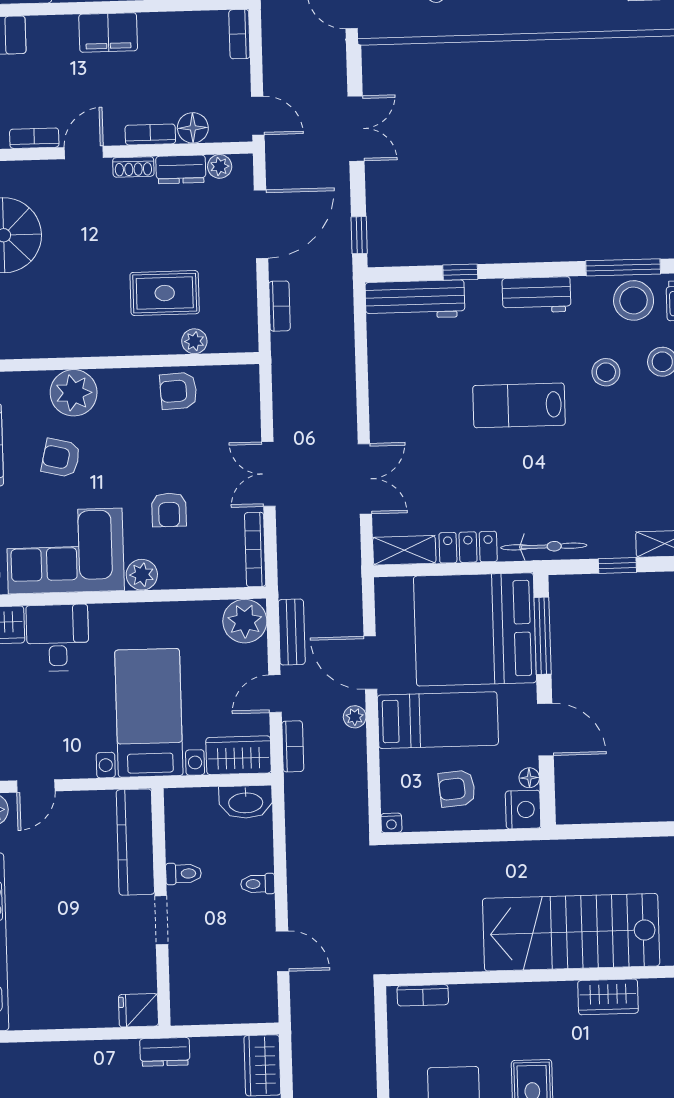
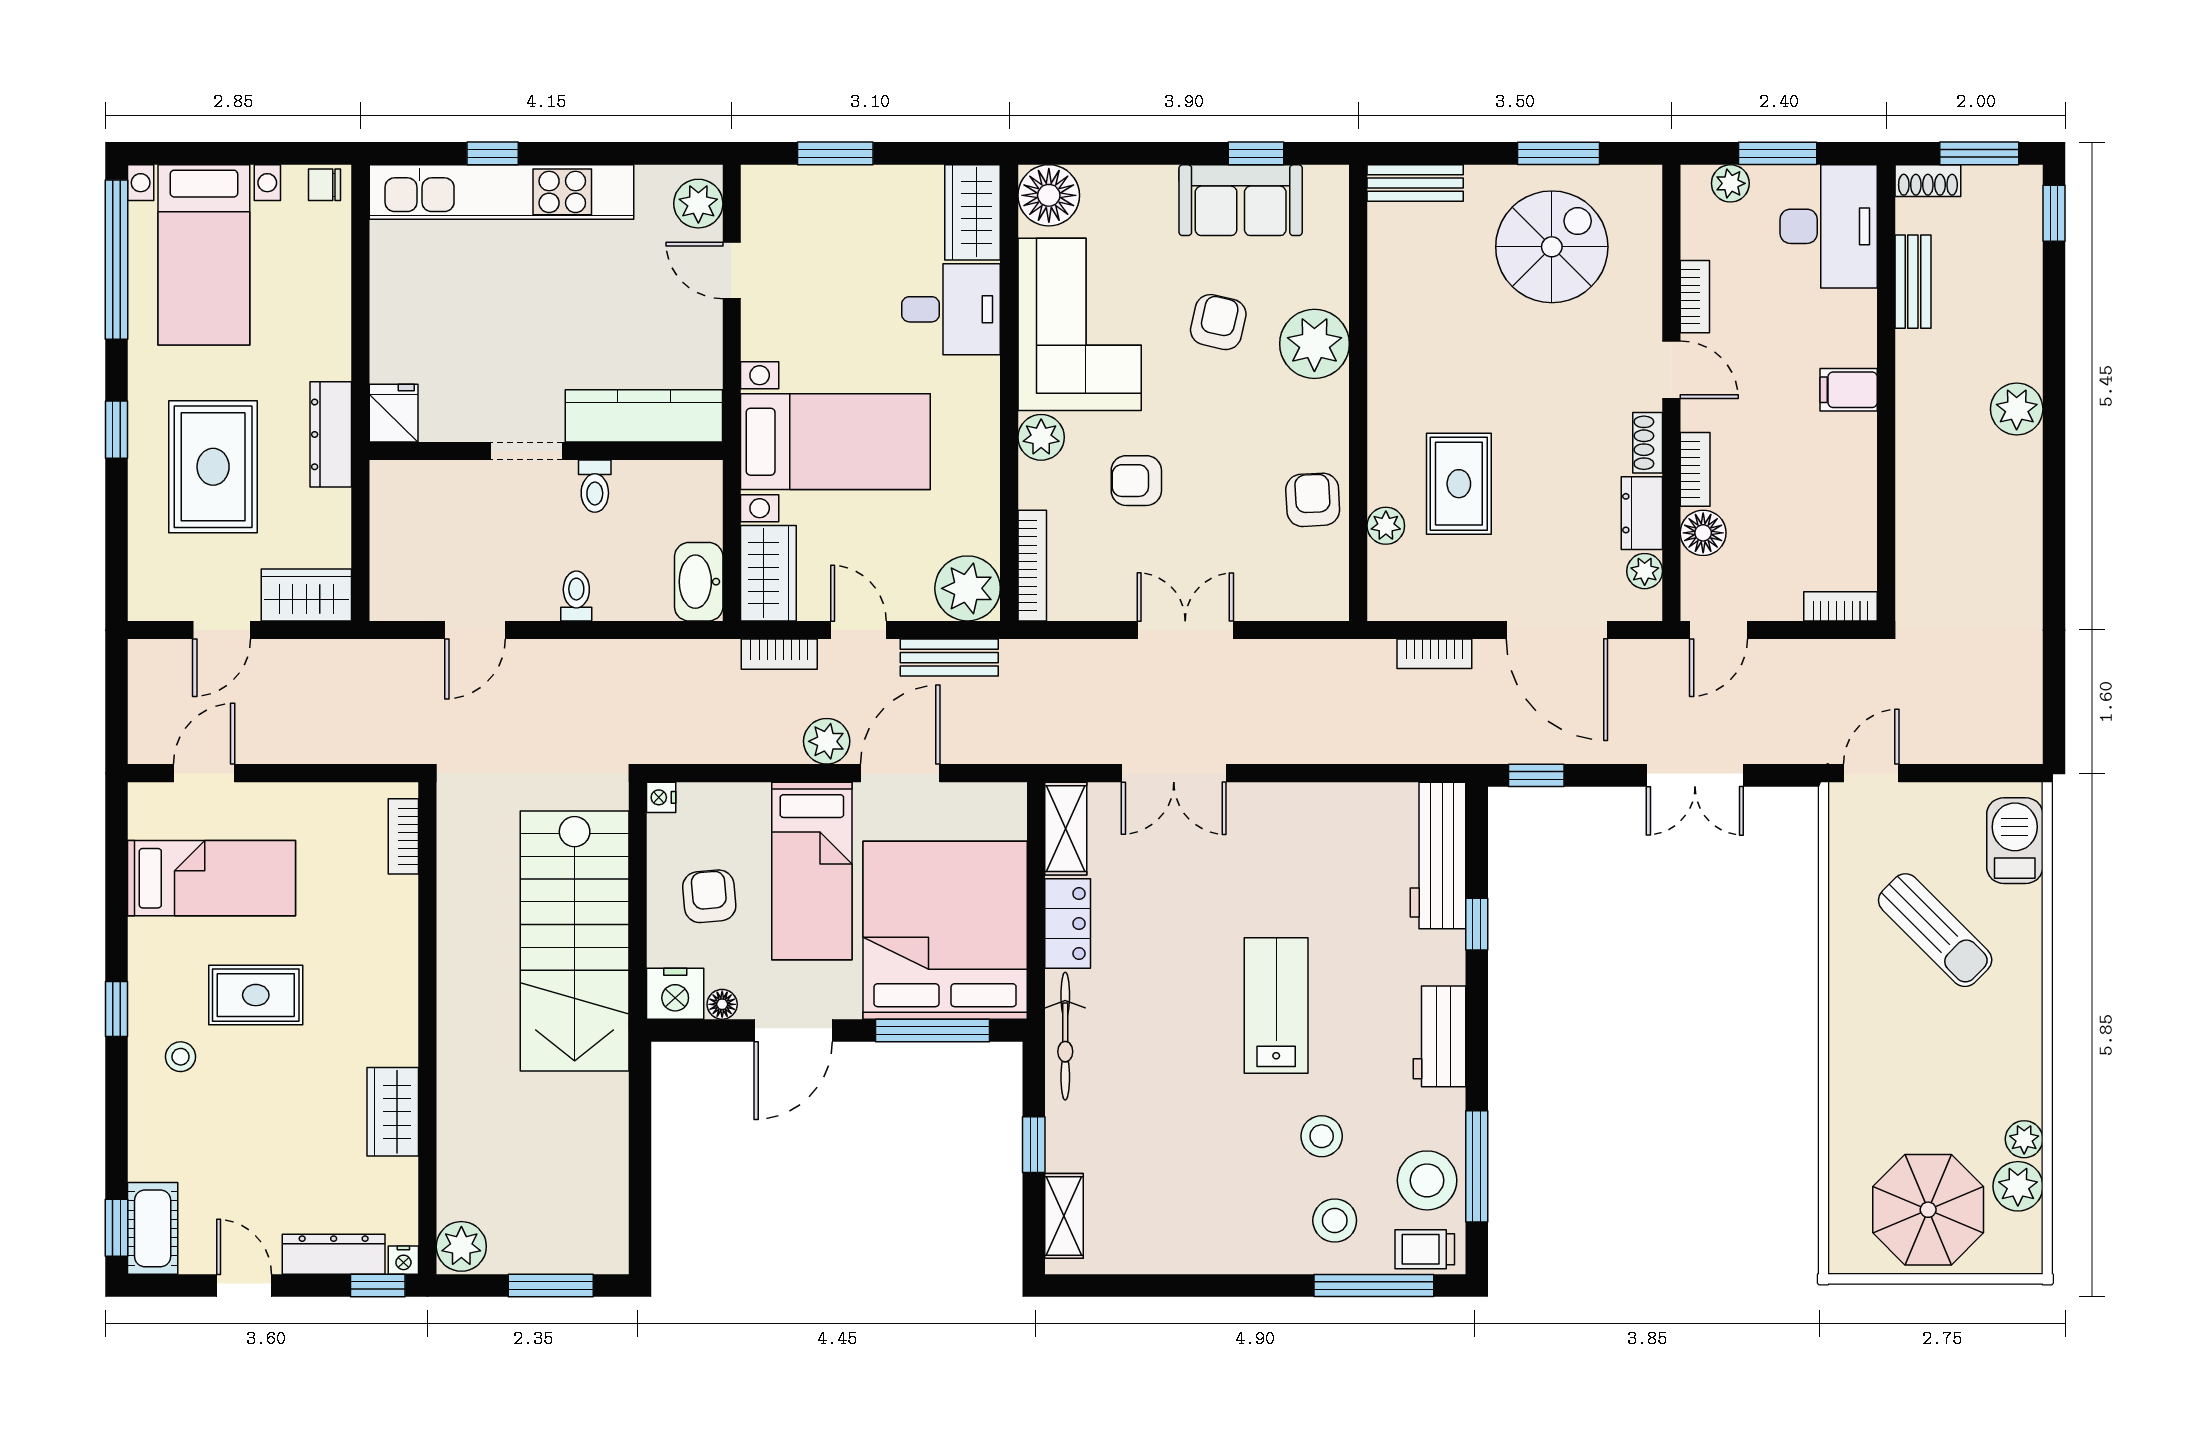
filing cabinet: (108, 32) -> (1849, 390), width x0.50
bookcase: (255, 550) -> (1032, 566), moved, turned 90
plant: (355, 717) -> (827, 741), width x1.38, depth x1.38
stairs: (571, 932) -> (575, 941), moved, turned 180
dresser: (165, 1052) -> (331, 434), width x1.44

